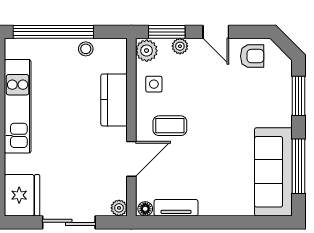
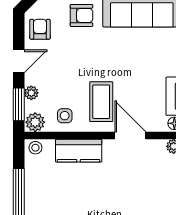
stool: (86, 49) -> (35, 148), moved
armchair: (268, 103) -> (82, 15), added
coffee table: (170, 126) -> (101, 102), width x1.36, depth x1.30

